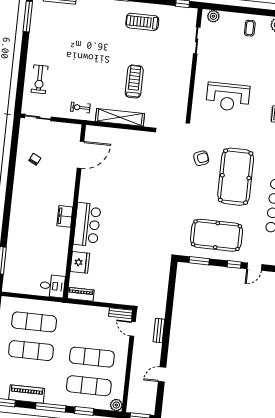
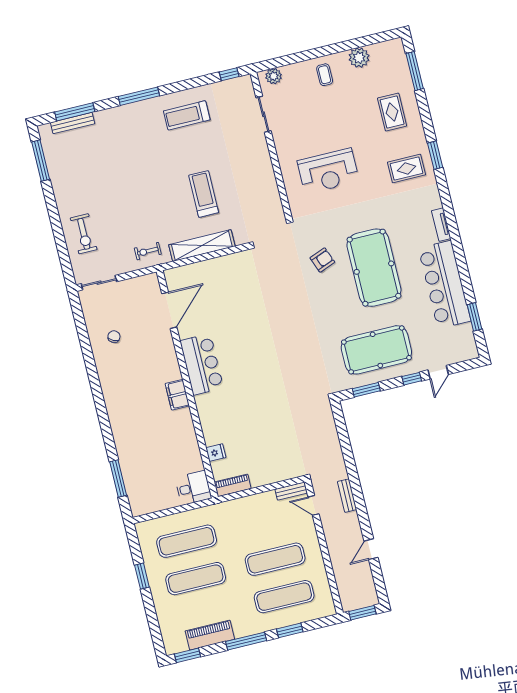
bar counter: (87, 224) -> (202, 364), moved
fridge: (80, 262) -> (216, 453), width x0.53, depth x0.75
plant: (116, 405) -> (327, 608), removed

